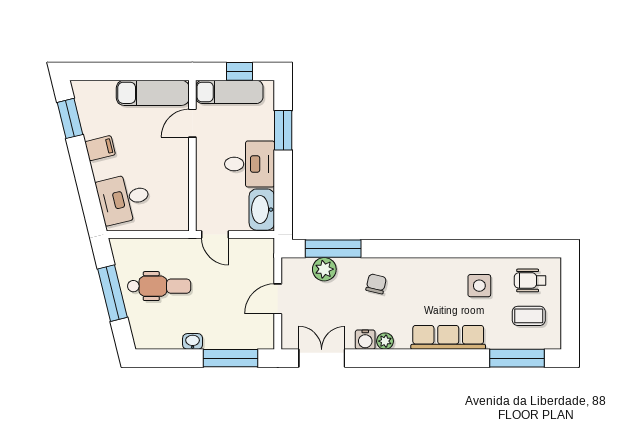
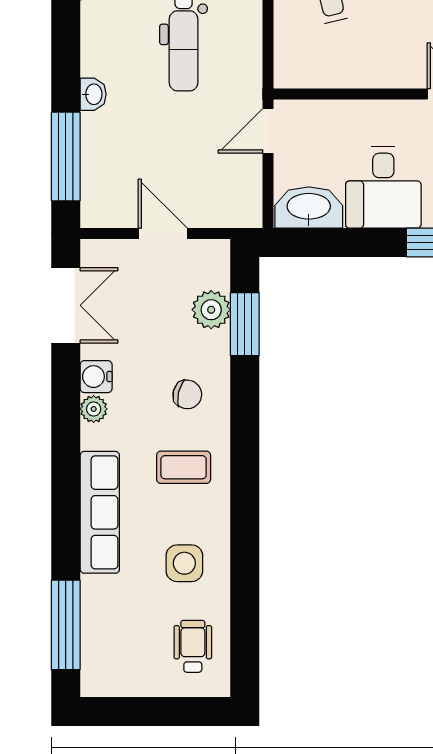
window: (333, 249) -> (245, 324), width x0.69
coffee table: (529, 316) -> (184, 467), moved, turned 90

